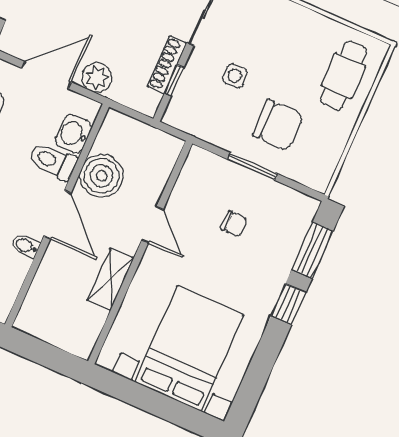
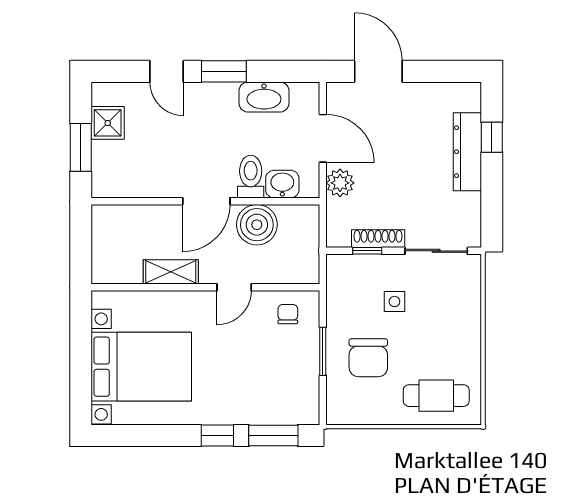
chair: (234, 224) -> (288, 314), moved, turned 180
bidet: (26, 246) -> (167, 186), removed

